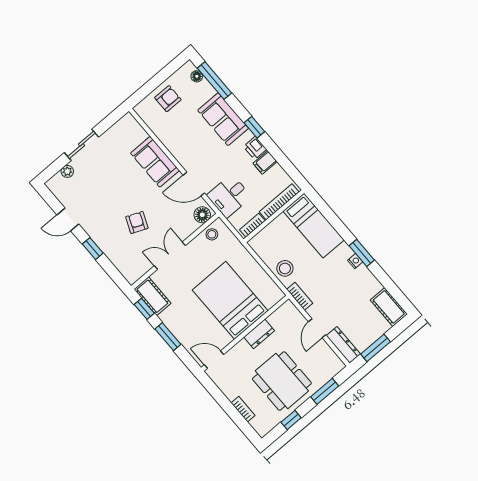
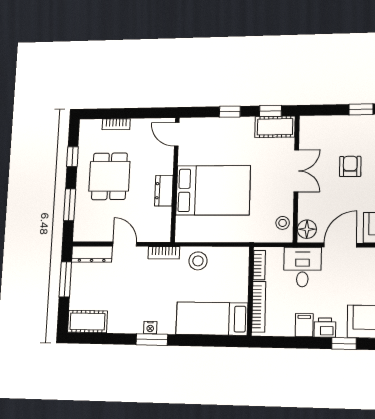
armchair: (137, 222) -> (350, 166), turned -113
window: (168, 337) -> (230, 112), width x0.67
door: (214, 360) -> (177, 134), swing flipped
dining table: (282, 381) -> (109, 176), width x0.73

